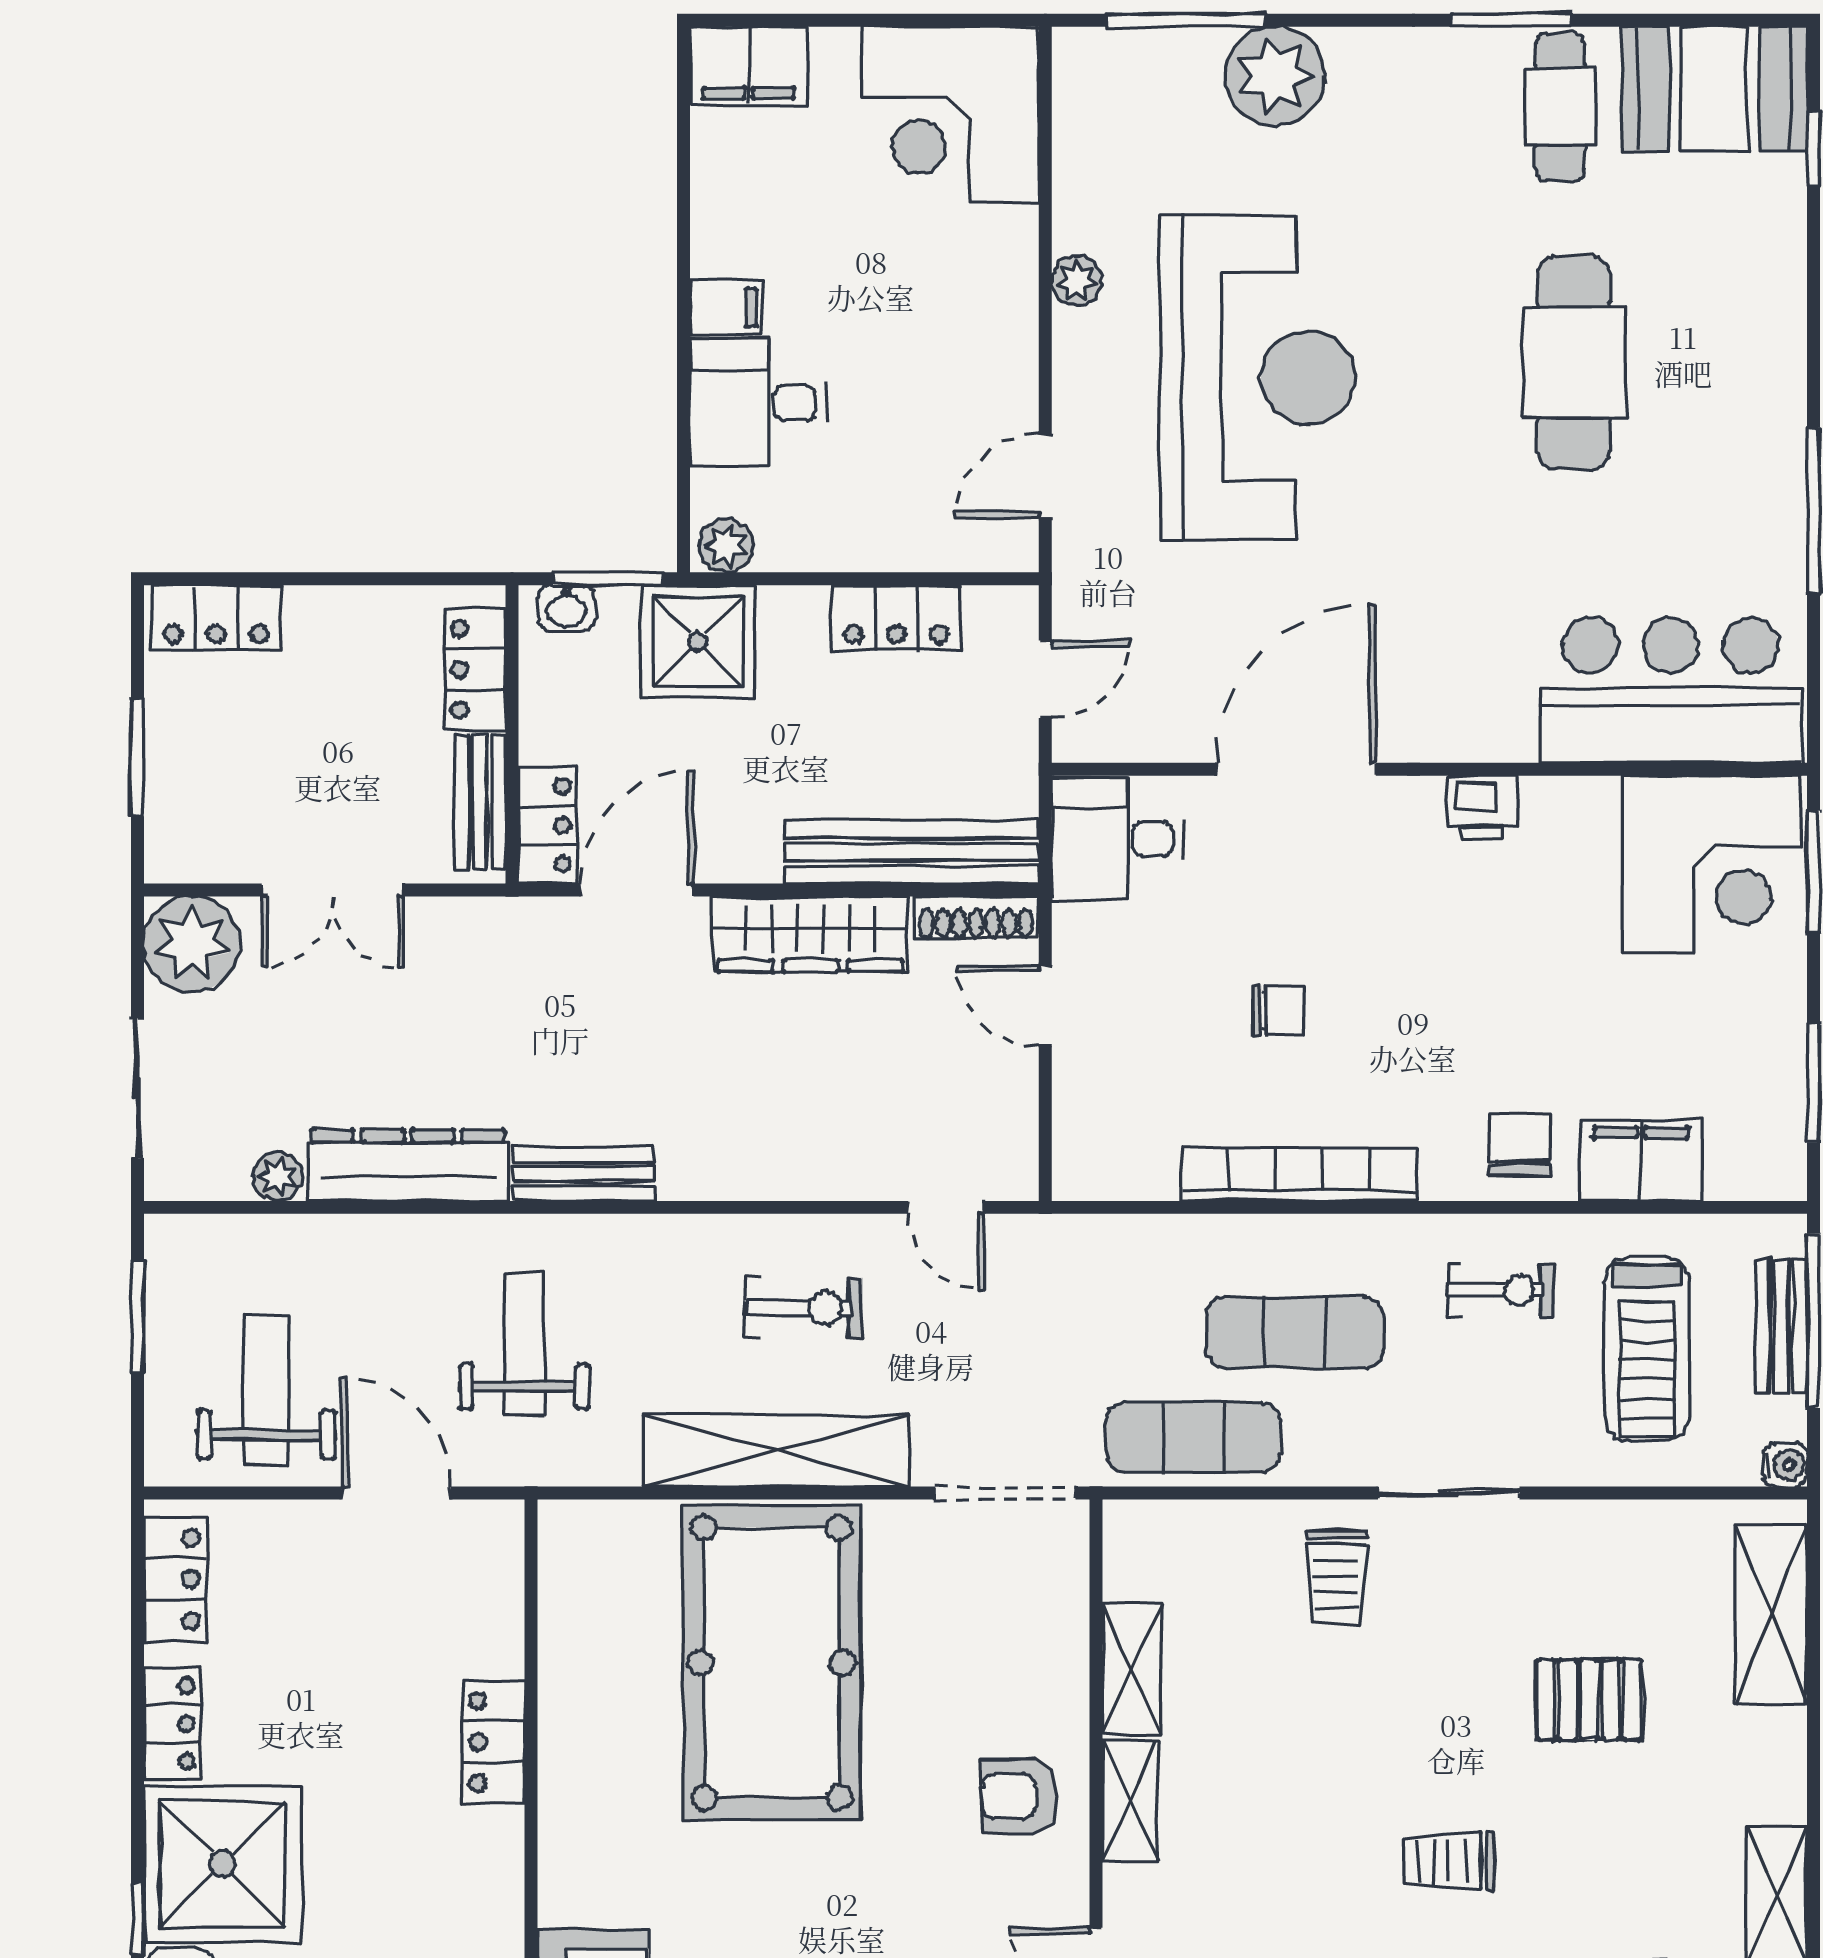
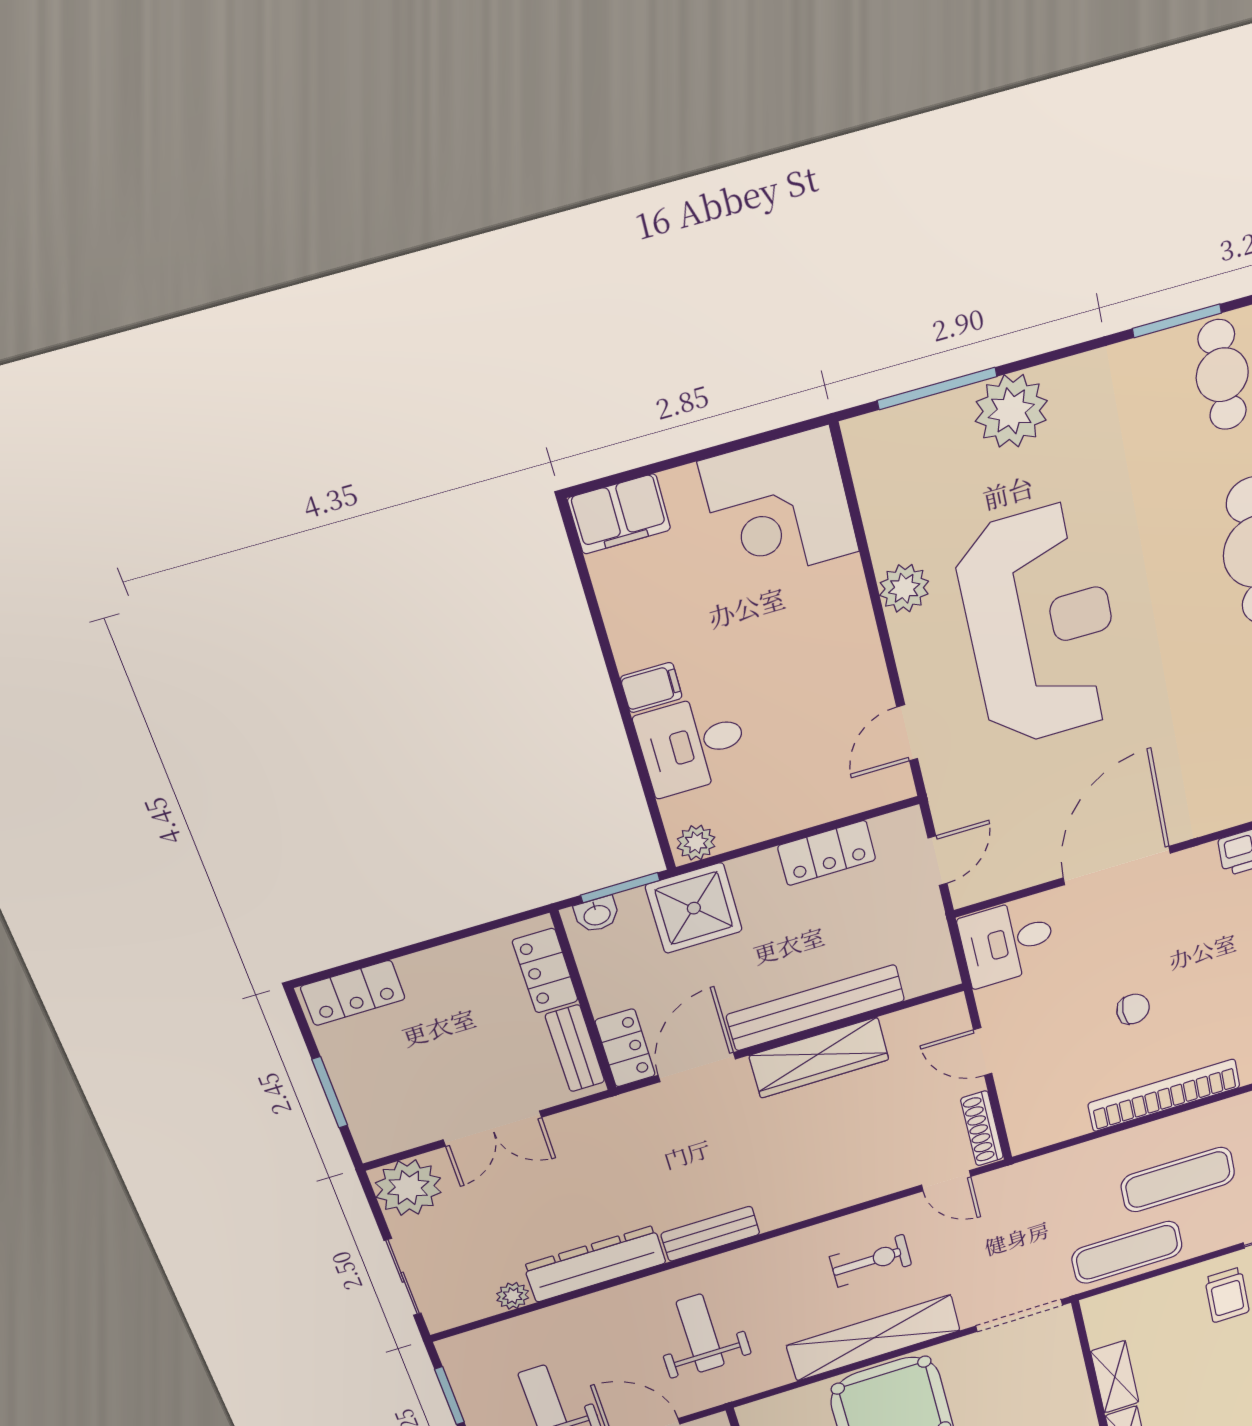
plant: (1077, 281) -> (904, 588), width x1.38, depth x1.38
bench: (912, 852) -> (816, 1008), moved
shoe rack: (976, 918) -> (982, 1128), moved, turned 90

